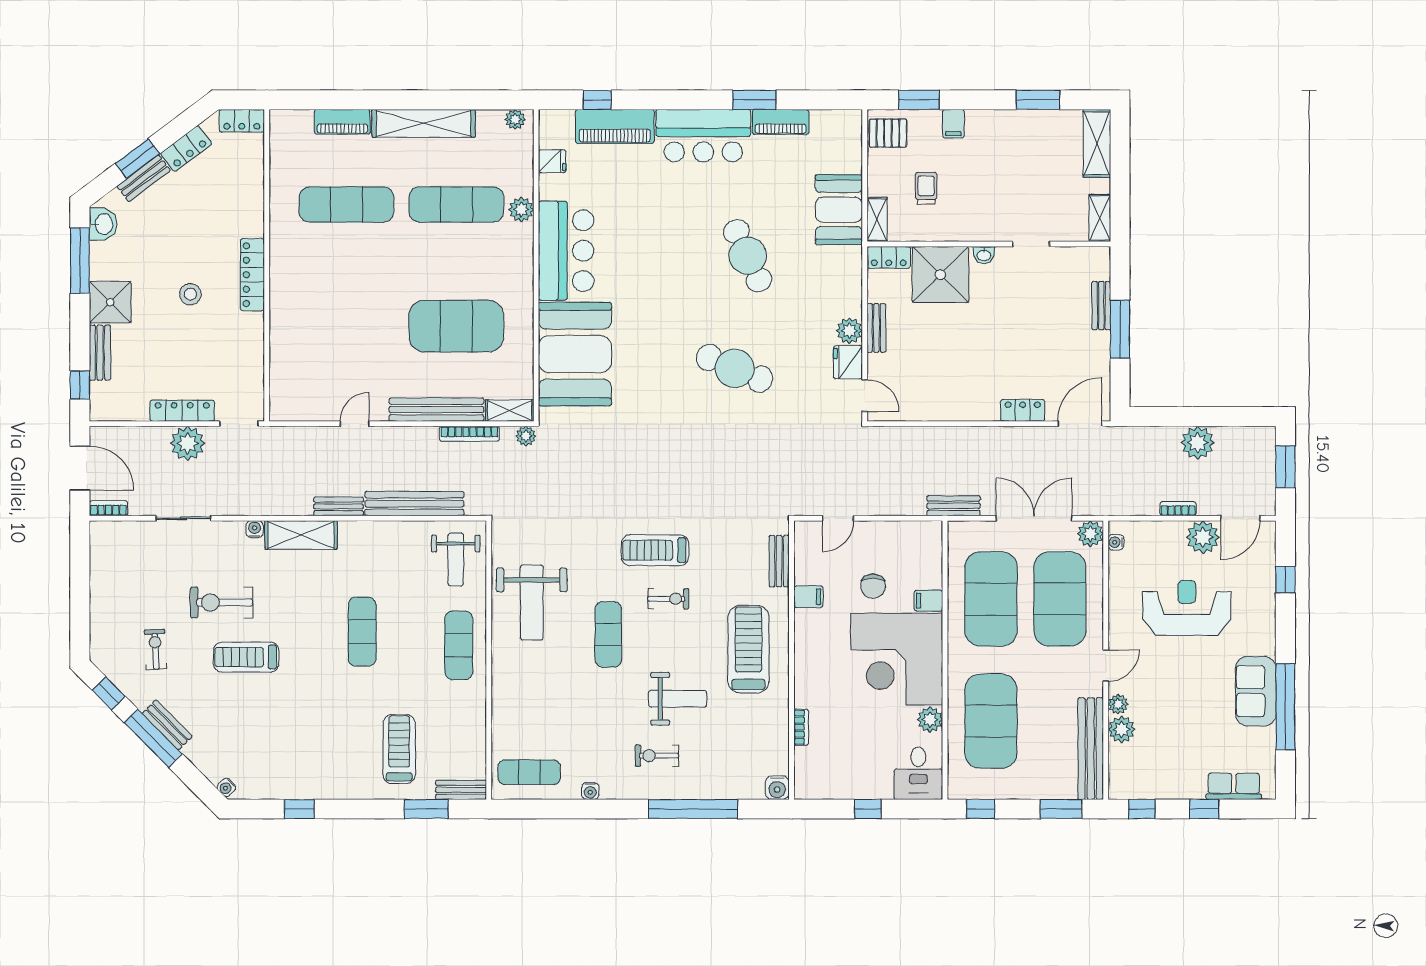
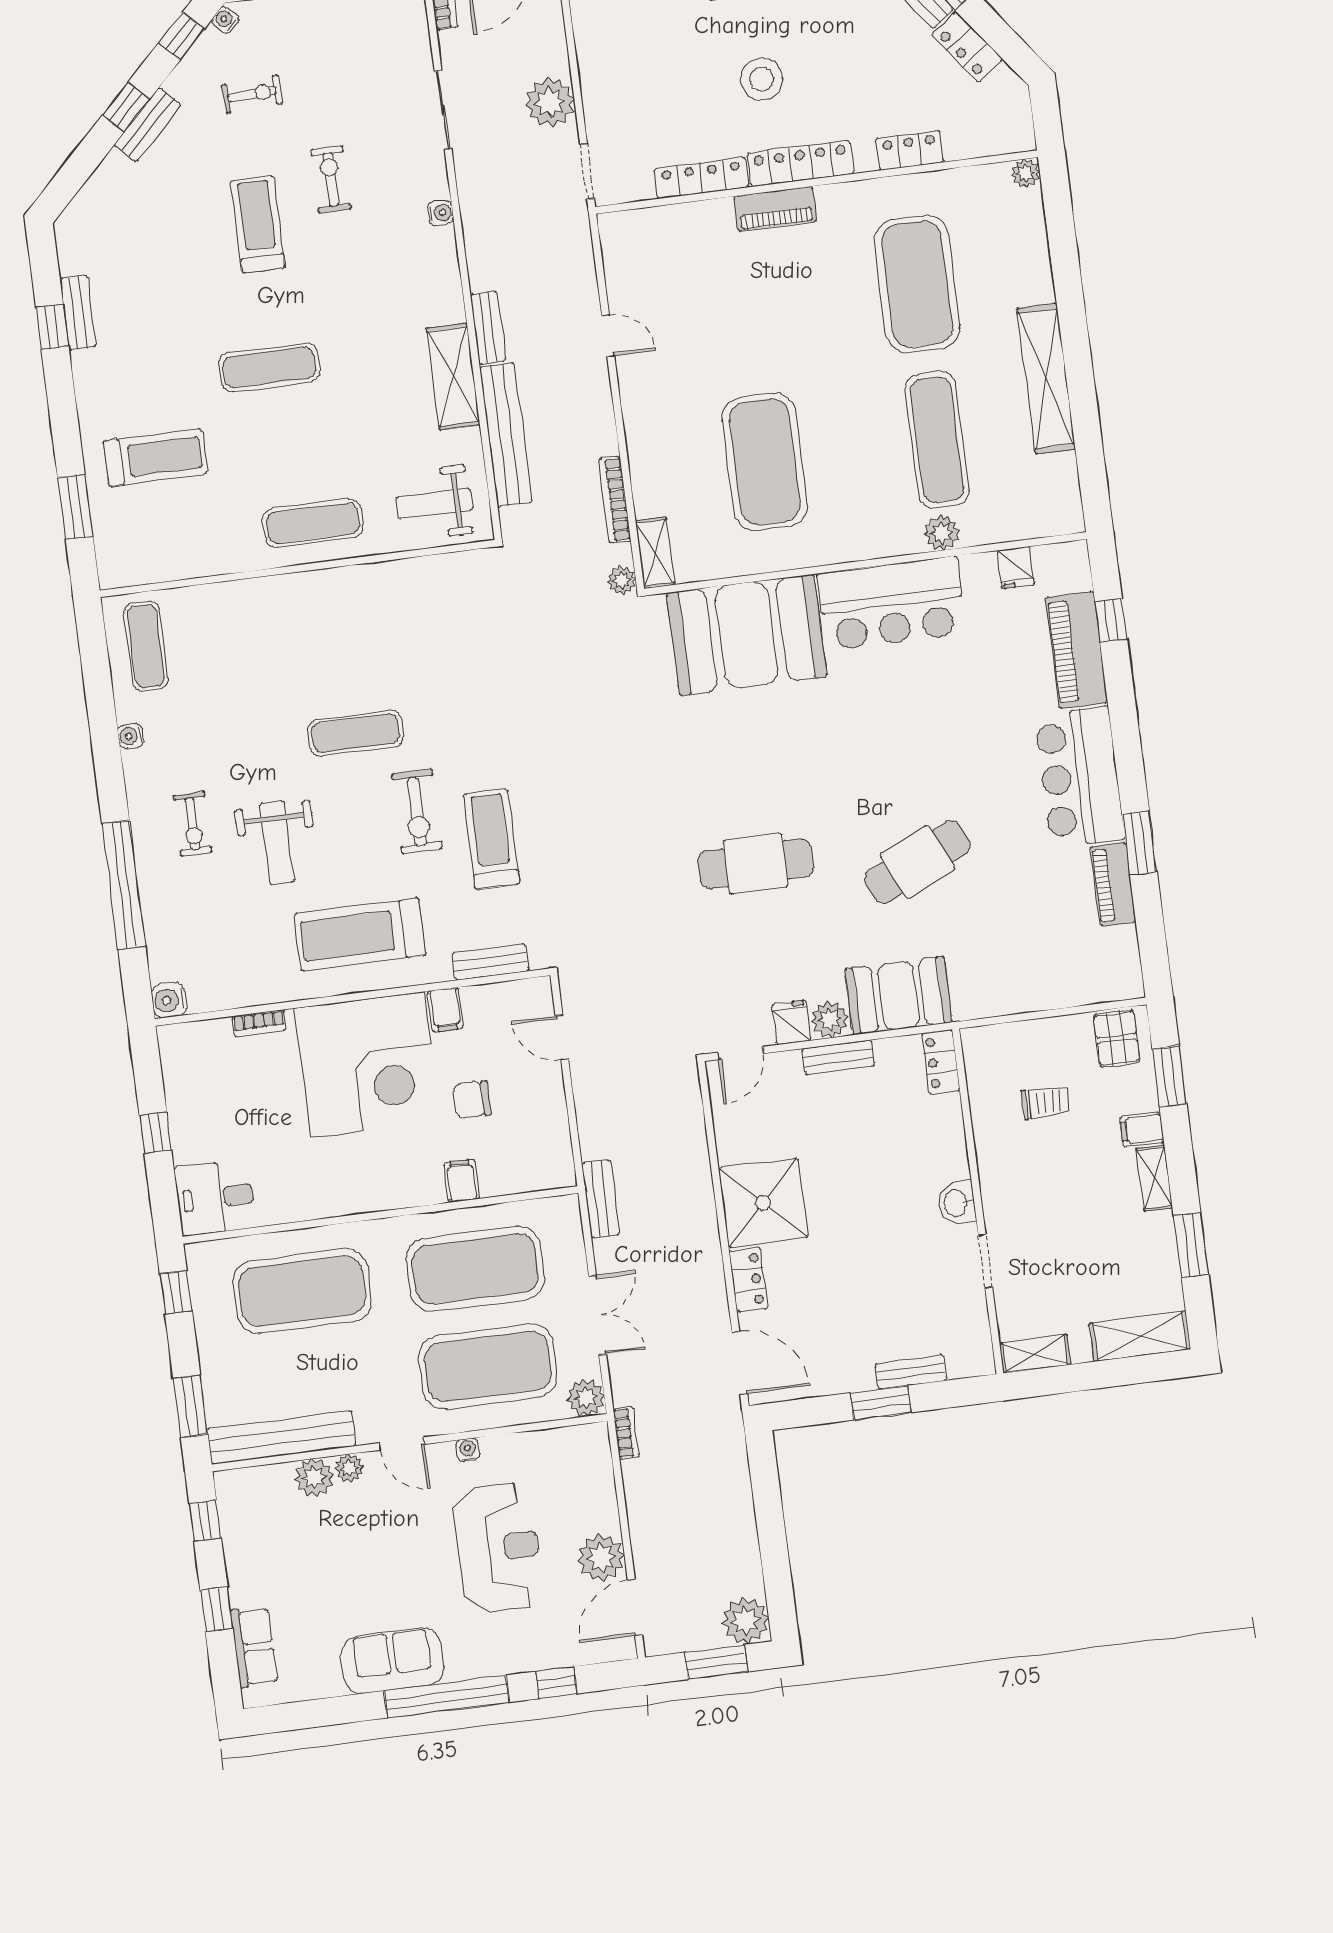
plant: (515, 119) -> (1026, 173), moved
locker: (242, 121) -> (910, 150), moved, turned 90
piano: (342, 122) -> (775, 209), moved, turned -90
exercise mat: (346, 205) -> (917, 284), width x1.47
booth: (839, 210) -> (898, 996), moved
shelving: (877, 219) -> (1154, 1178), moved, turned 90
washbasin: (984, 255) -> (957, 1203), width x1.38, depth x1.45
shower: (940, 275) -> (763, 1203), moved
stool: (190, 294) -> (762, 79), width x1.38, depth x1.38
window: (1120, 329) -> (881, 1403), width x0.69
fridge: (848, 362) -> (791, 1022), width x0.72
cafe table: (735, 368) -> (756, 864), turned 67
bench: (436, 410) -> (643, 449), removed
locker: (182, 411) -> (701, 178), moved, turned -90
plant: (1198, 443) -> (745, 1621), moved
bookcase: (1178, 509) -> (626, 1433), moved
double door: (1034, 518) -> (597, 1315), width x0.73
door: (1240, 518) -> (635, 1607), hinge flipped
shelving: (301, 535) -> (453, 377), moved
water cooler: (1116, 542) -> (468, 1450), moved
treadmill: (655, 550) -> (491, 839), moved
exercise bike: (668, 599) -> (417, 812), width x1.38, depth x1.39
exercise bike: (222, 602) -> (331, 179), width x0.73, depth x0.72
weight bench: (532, 602) -> (387, 619), removed
exercise mat: (362, 632) -> (269, 367), moved
treadmill: (748, 649) -> (360, 934), turned 180
corner desk: (897, 659) -> (368, 1065), moved, turned 180
window: (1285, 707) -> (447, 1697), moved
plant: (930, 720) -> (293, 1204), removed
window: (153, 738) -> (126, 107), width x0.46
exercise bike: (657, 756) -> (193, 824), turned 180
water cooler: (226, 787) -> (225, 20), moved
bench: (461, 790) -> (78, 313), moved

